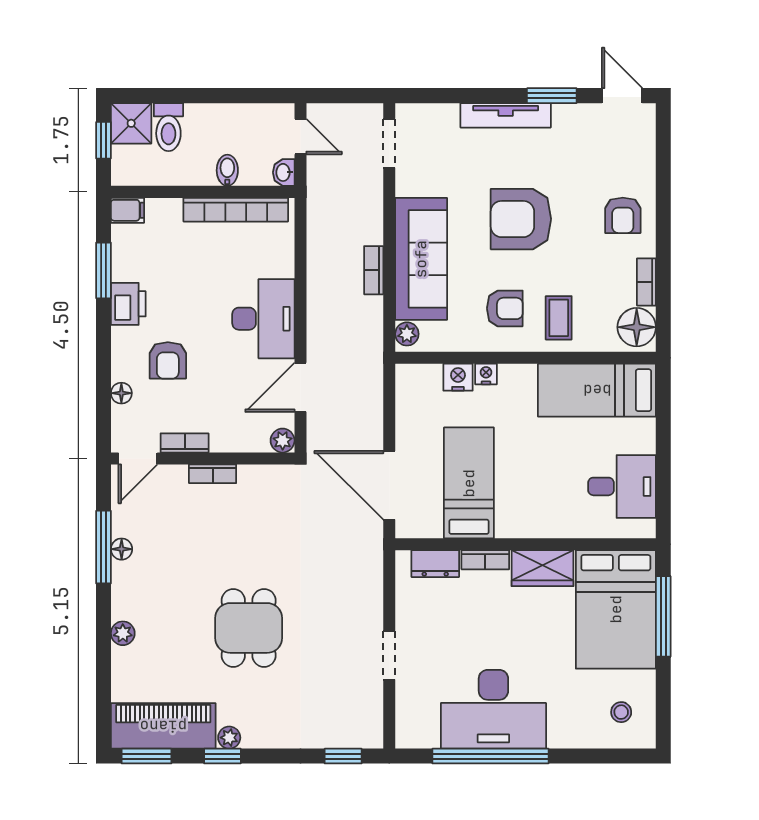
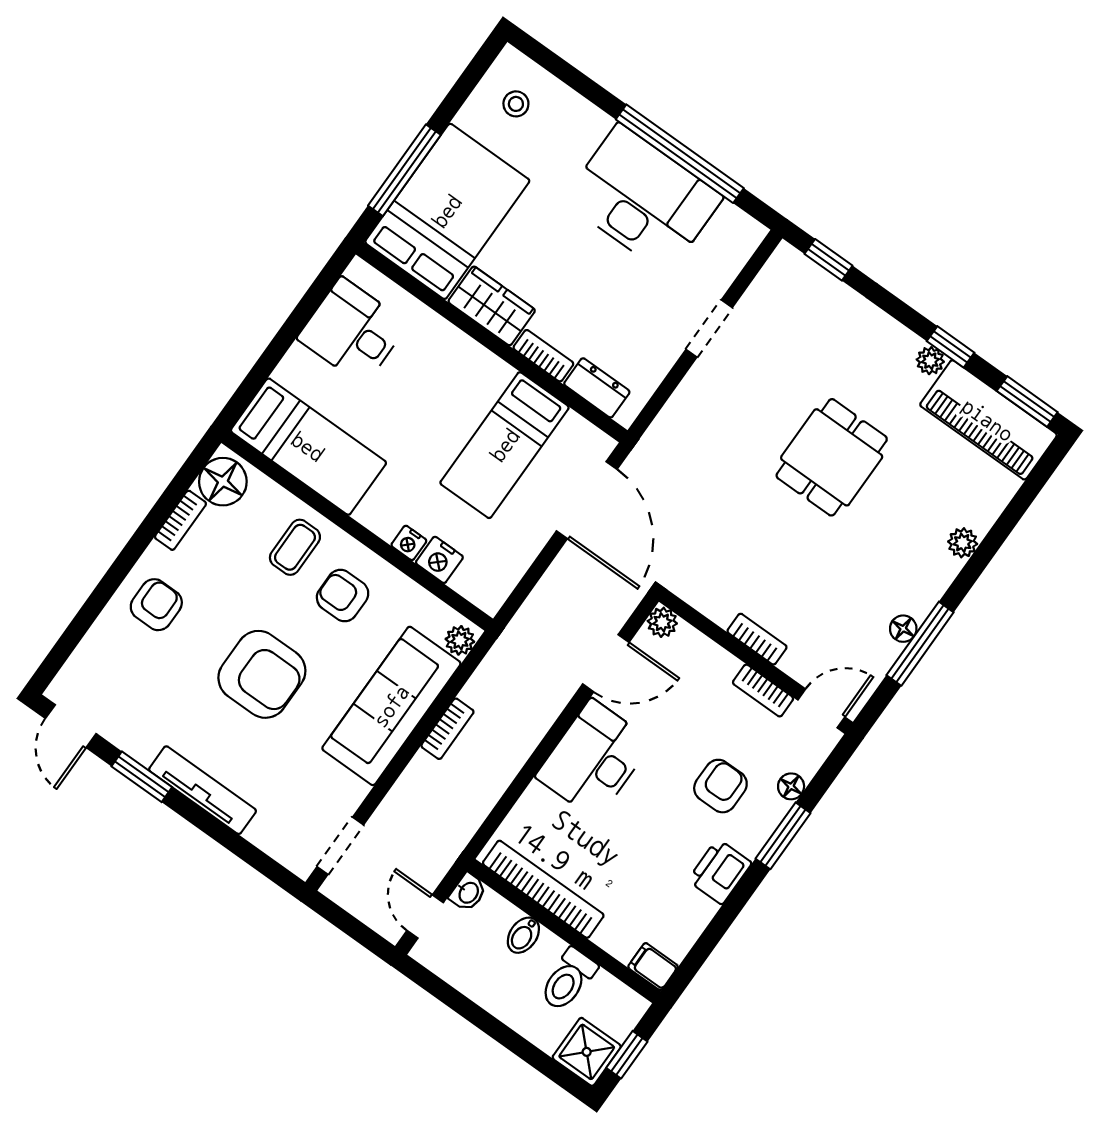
toilet: (168, 127) -> (568, 980), moved, turned 180
window: (103, 270) -> (783, 836), moved

